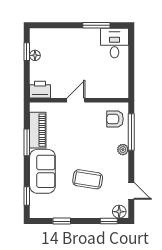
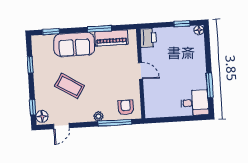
floor lamp: (35, 55) -> (199, 30), moved
coffee table: (88, 179) -> (69, 86), turned -67

